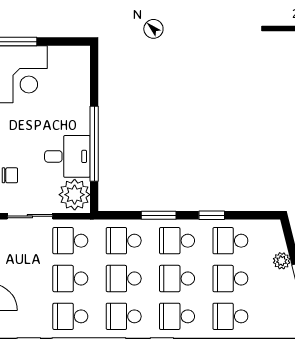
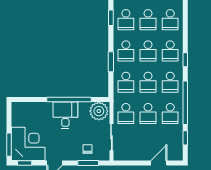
desk: (67, 156) -> (65, 115), moved
window: (212, 215) -> (111, 18), moved

